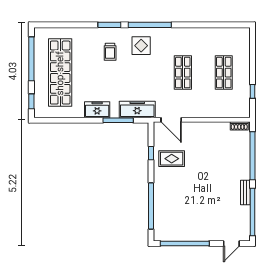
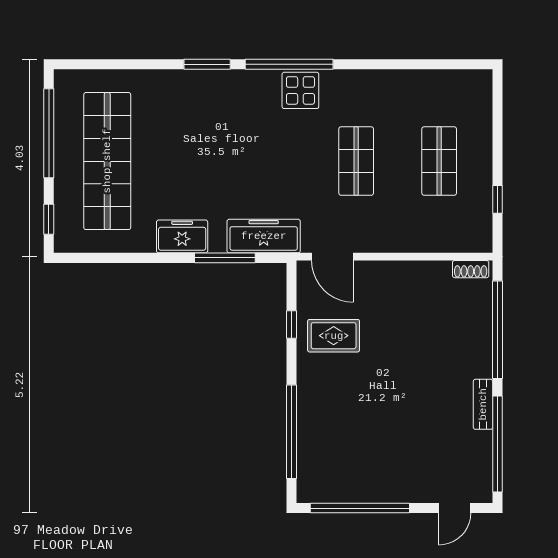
display table: (141, 46) -> (300, 90), moved
trolley: (110, 52) -> (208, 119), removed

